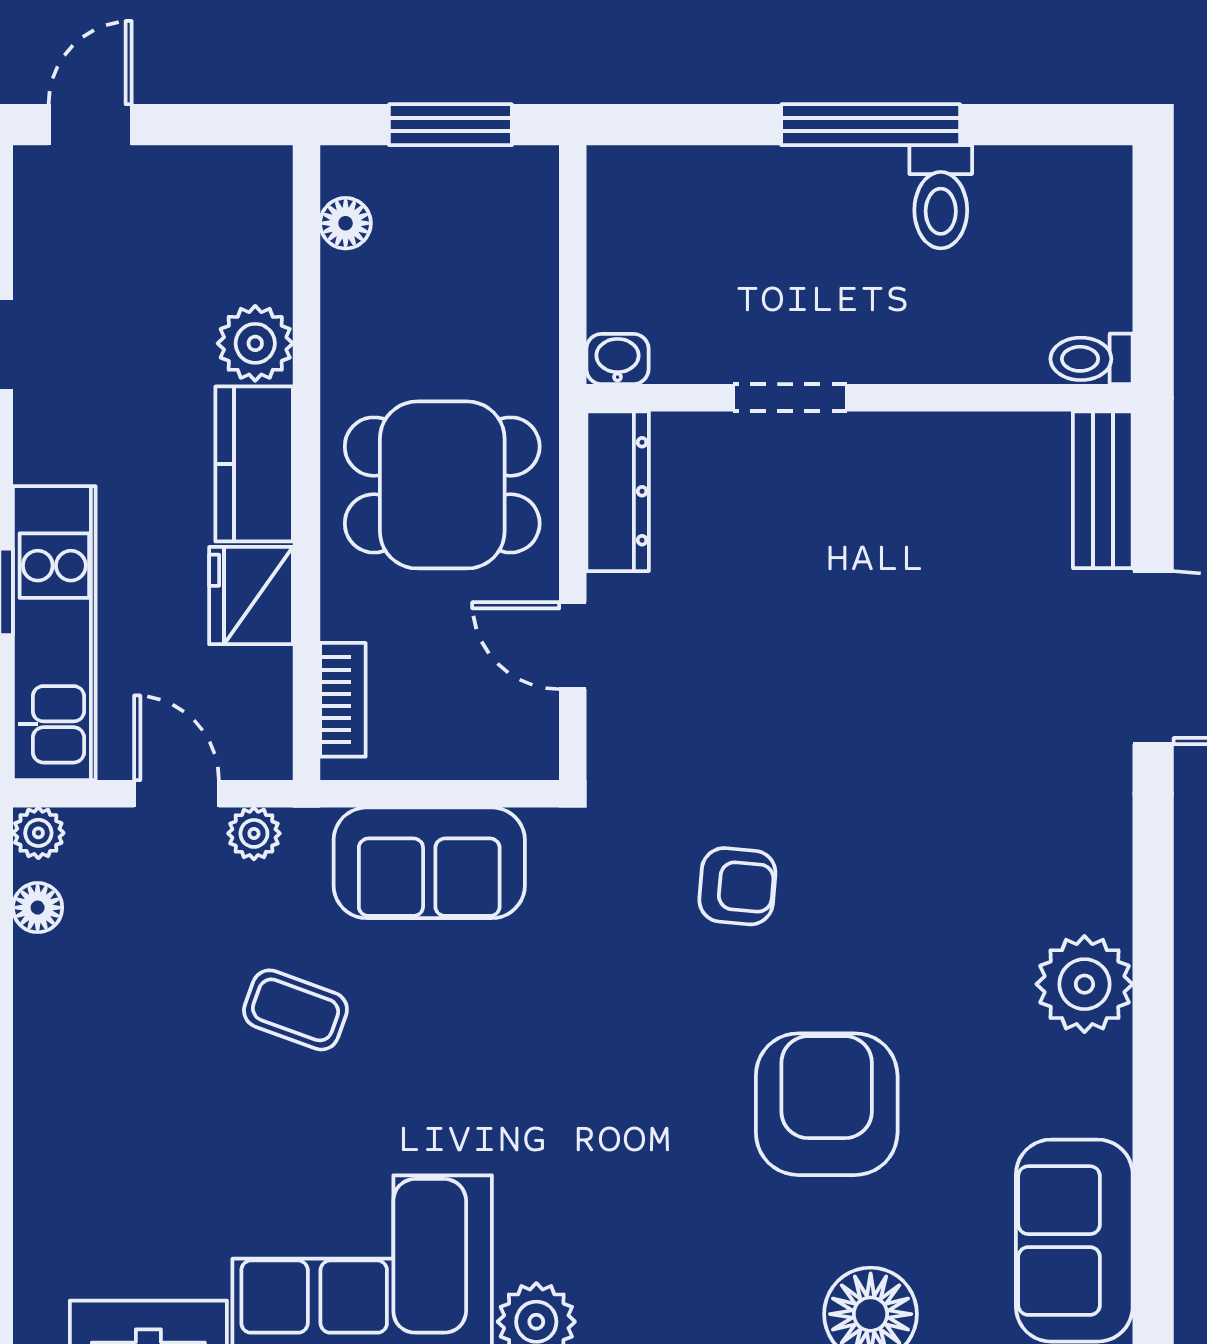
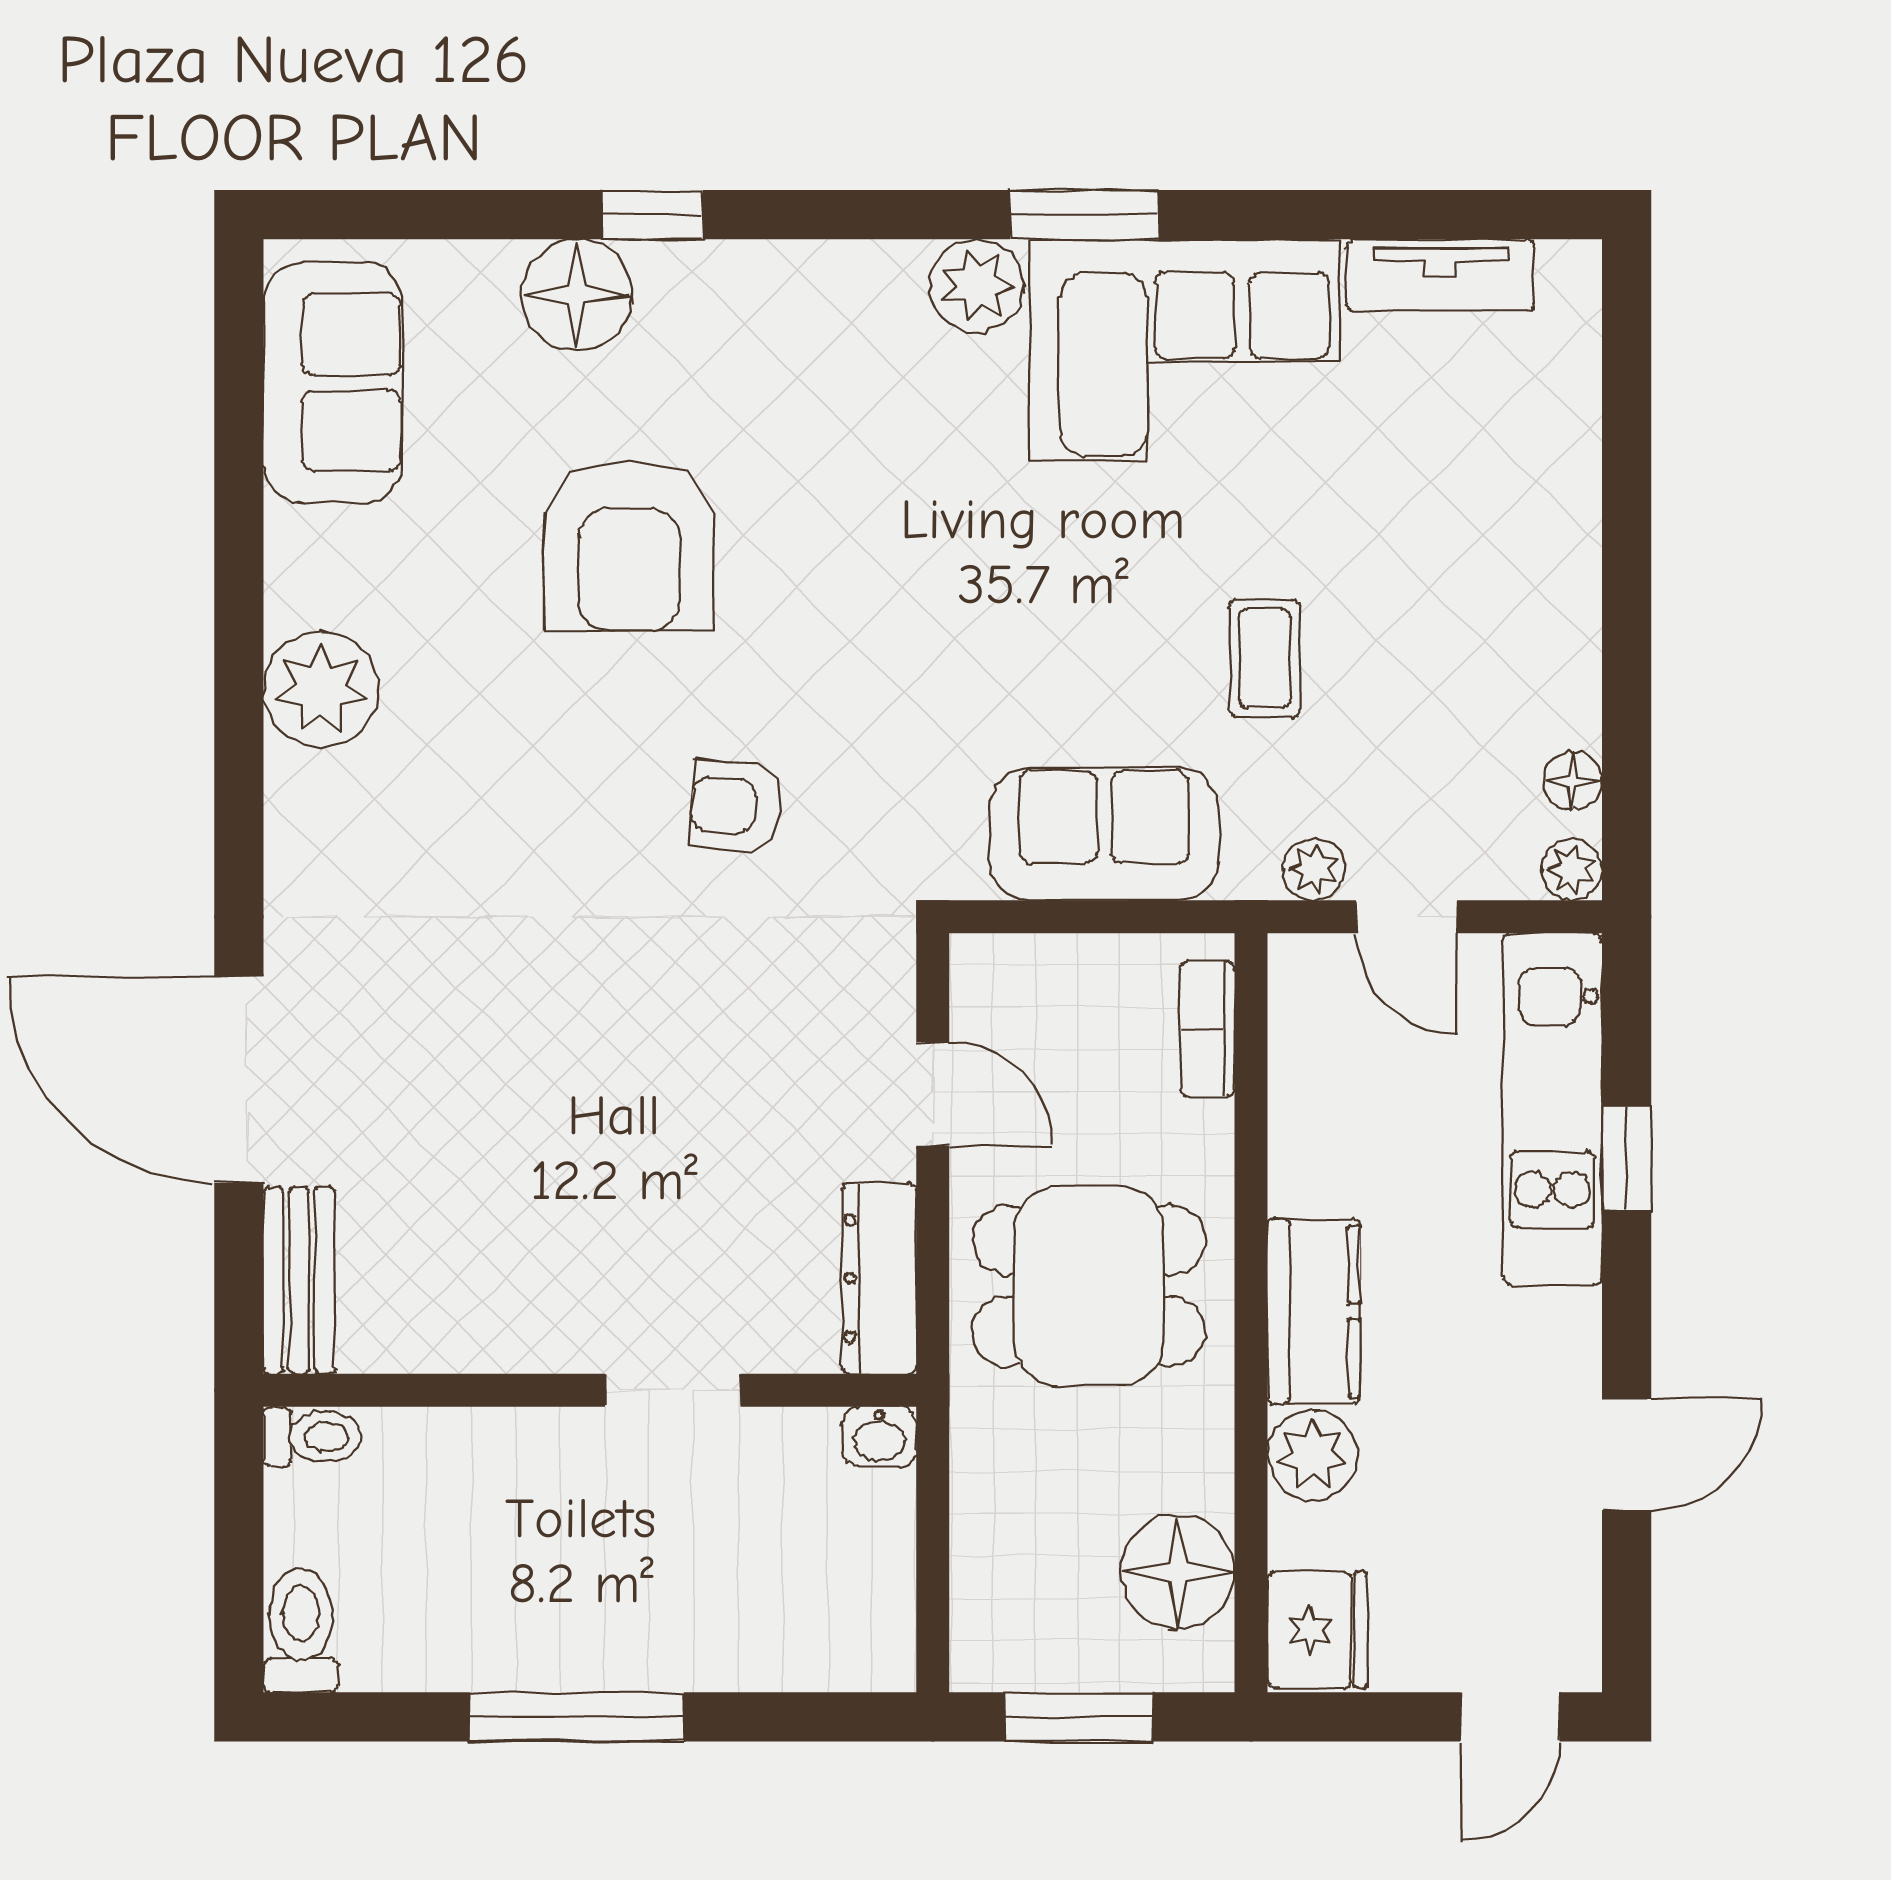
toilet: (941, 197) -> (301, 1631), moved
floor lamp: (346, 223) -> (1178, 1572), width x1.89, depth x1.89
fridge: (251, 596) -> (1317, 1630), moved
coffee table: (295, 1010) -> (1264, 658), turned 70

